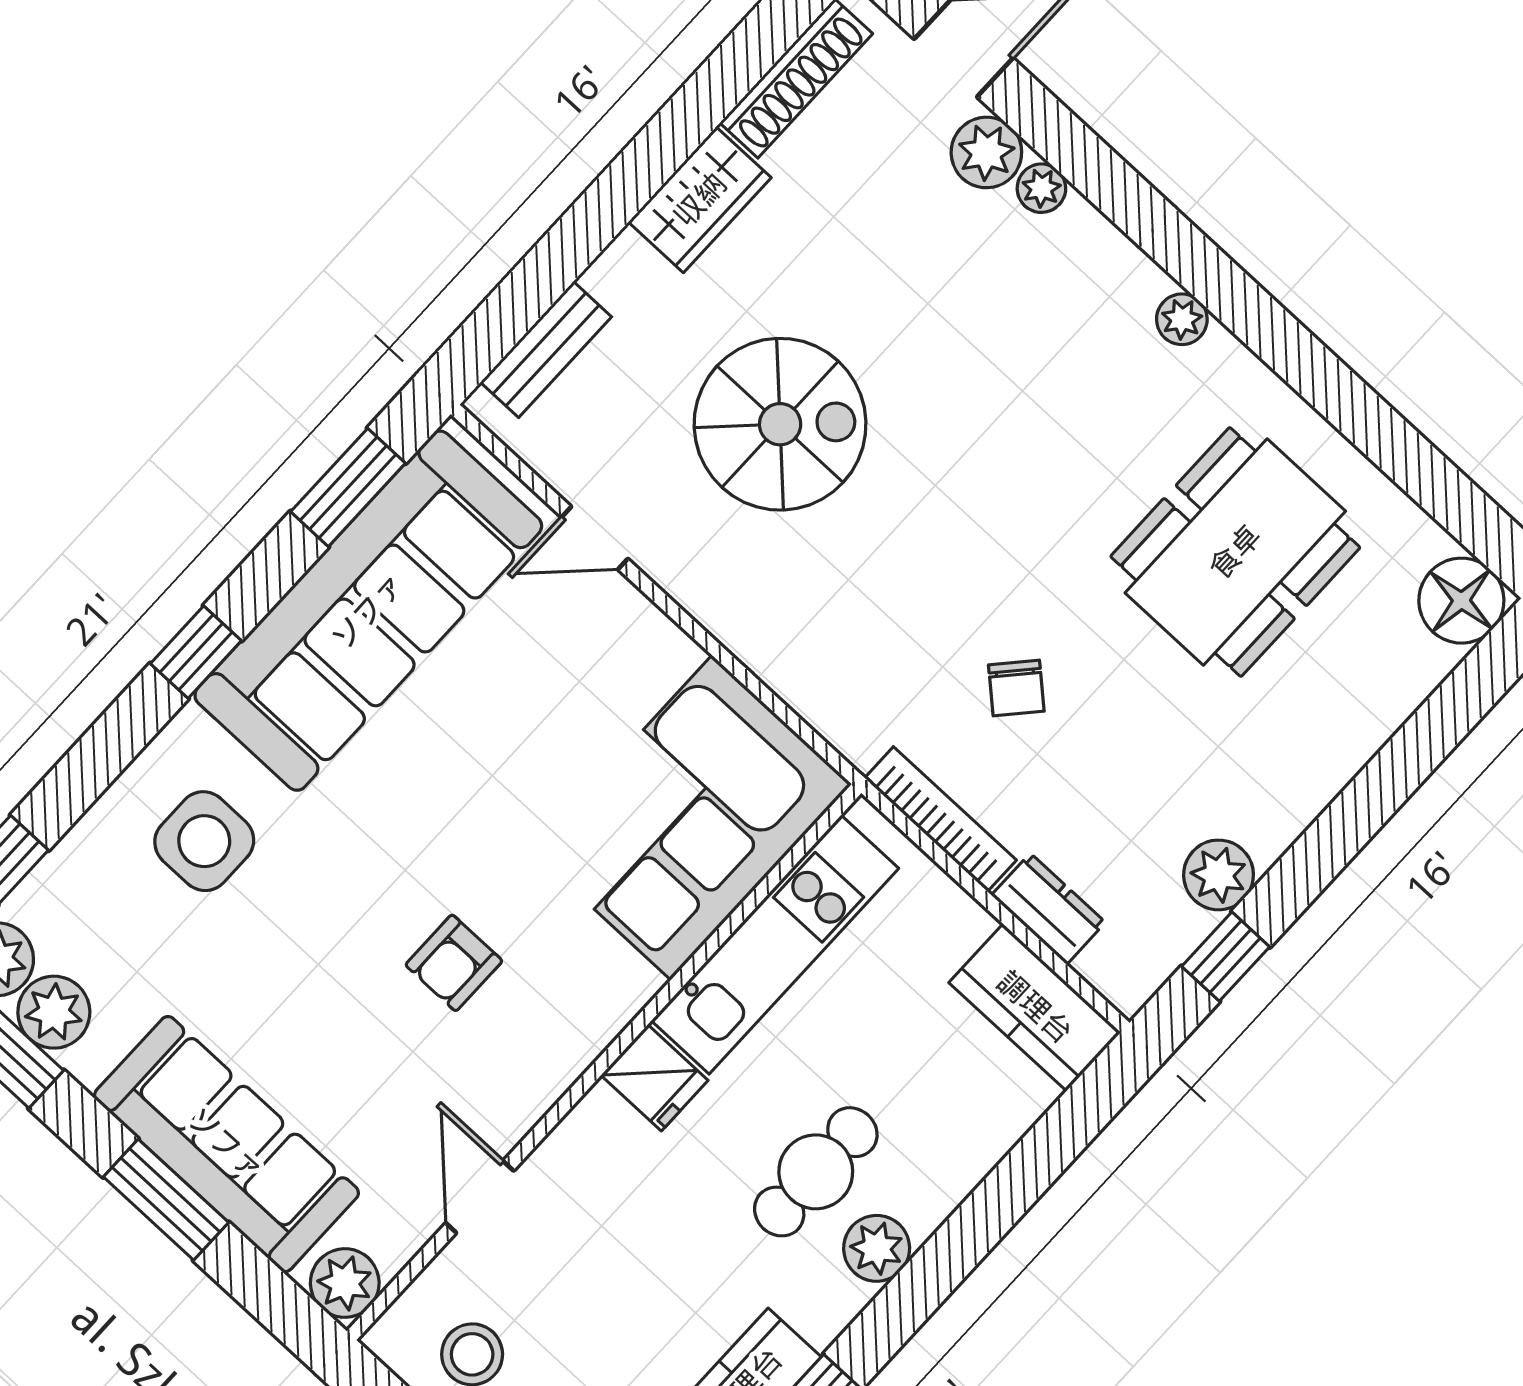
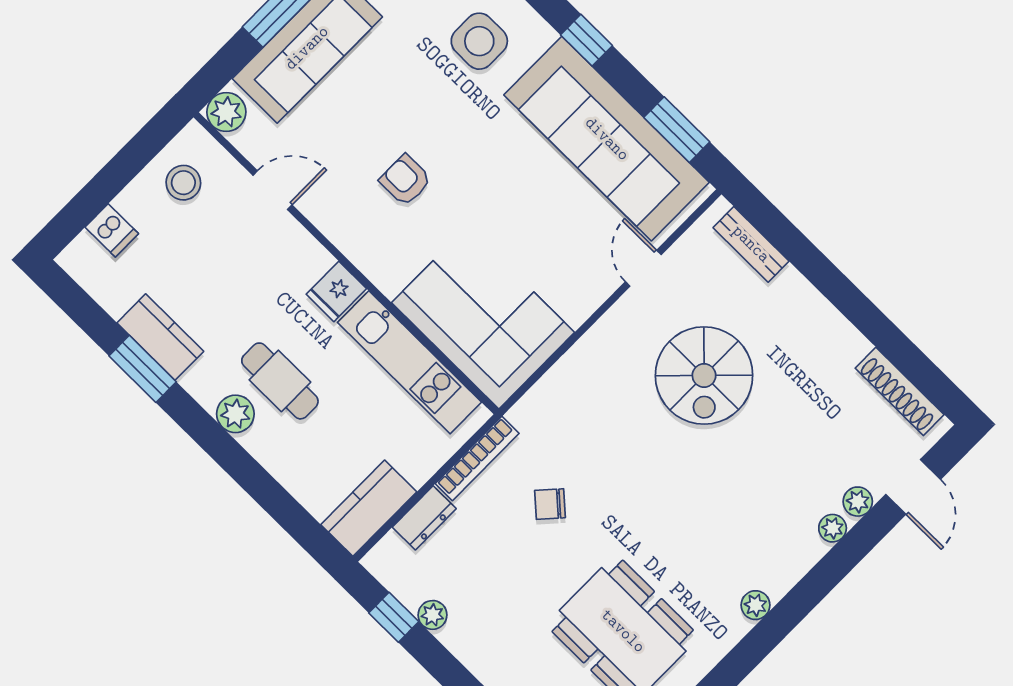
plant: (986, 152) -> (858, 502), width x0.73, depth x0.73
wardrobe: (700, 200) -> (833, 334), removed
plant: (1219, 875) -> (432, 615), width x0.73, depth x0.73

